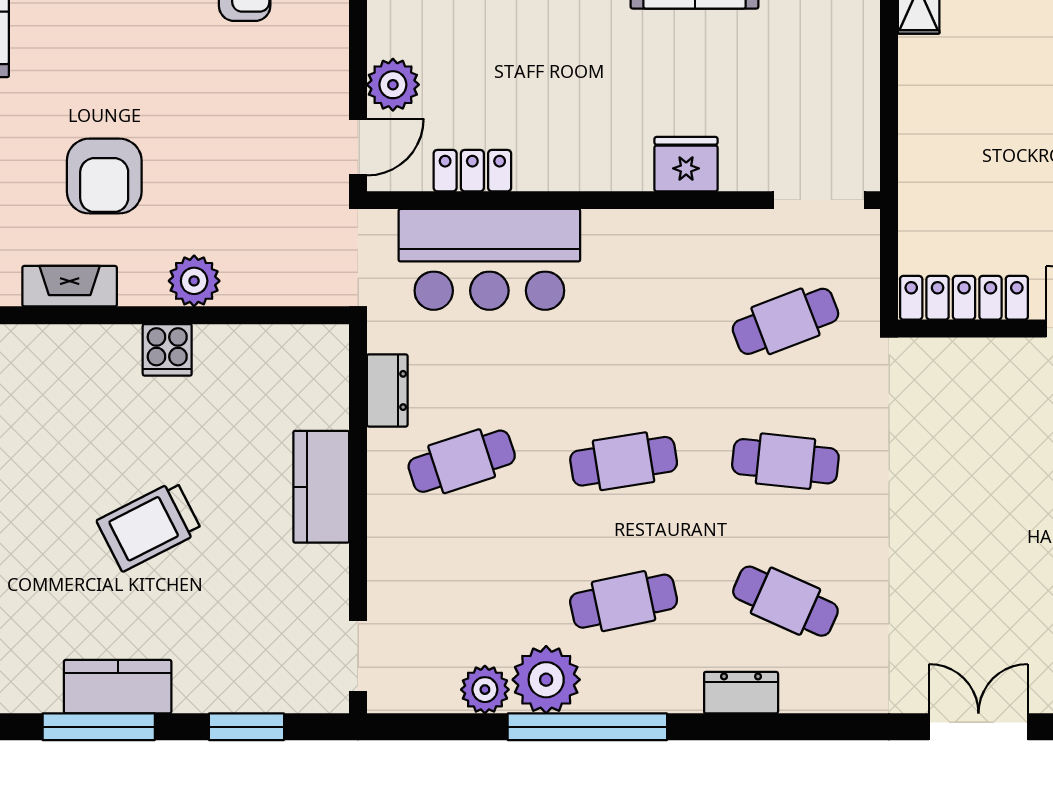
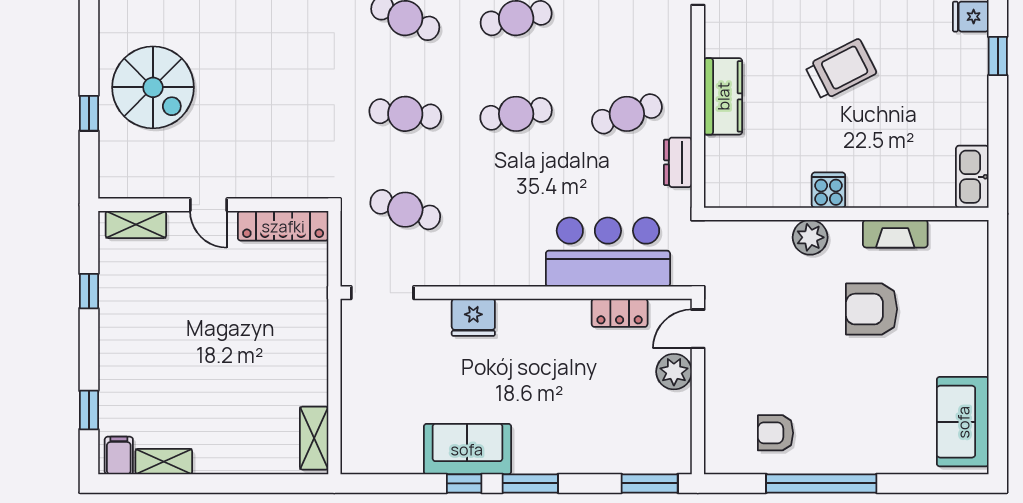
armchair: (104, 176) -> (872, 309), turned -90
cafe table: (785, 321) -> (405, 210), turned 39

